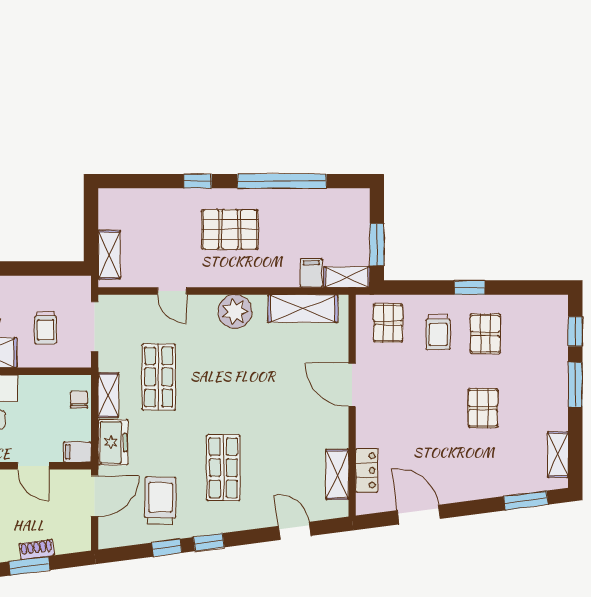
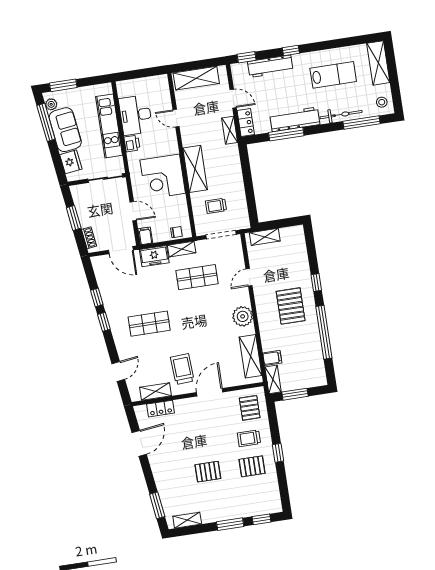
pallet: (388, 323) -> (250, 408), turned 90
door: (33, 466) -> (133, 211), swing flipped
trolley: (160, 501) -> (182, 369), moved, turned -94
shoe rack: (37, 549) -> (89, 238), moved

